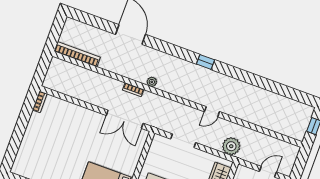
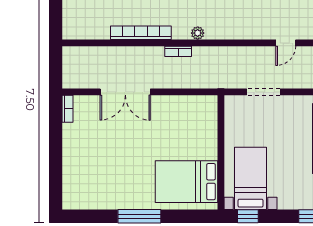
bookcase: (77, 54) -> (141, 33), moved
double door: (125, 119) -> (125, 92), moved

